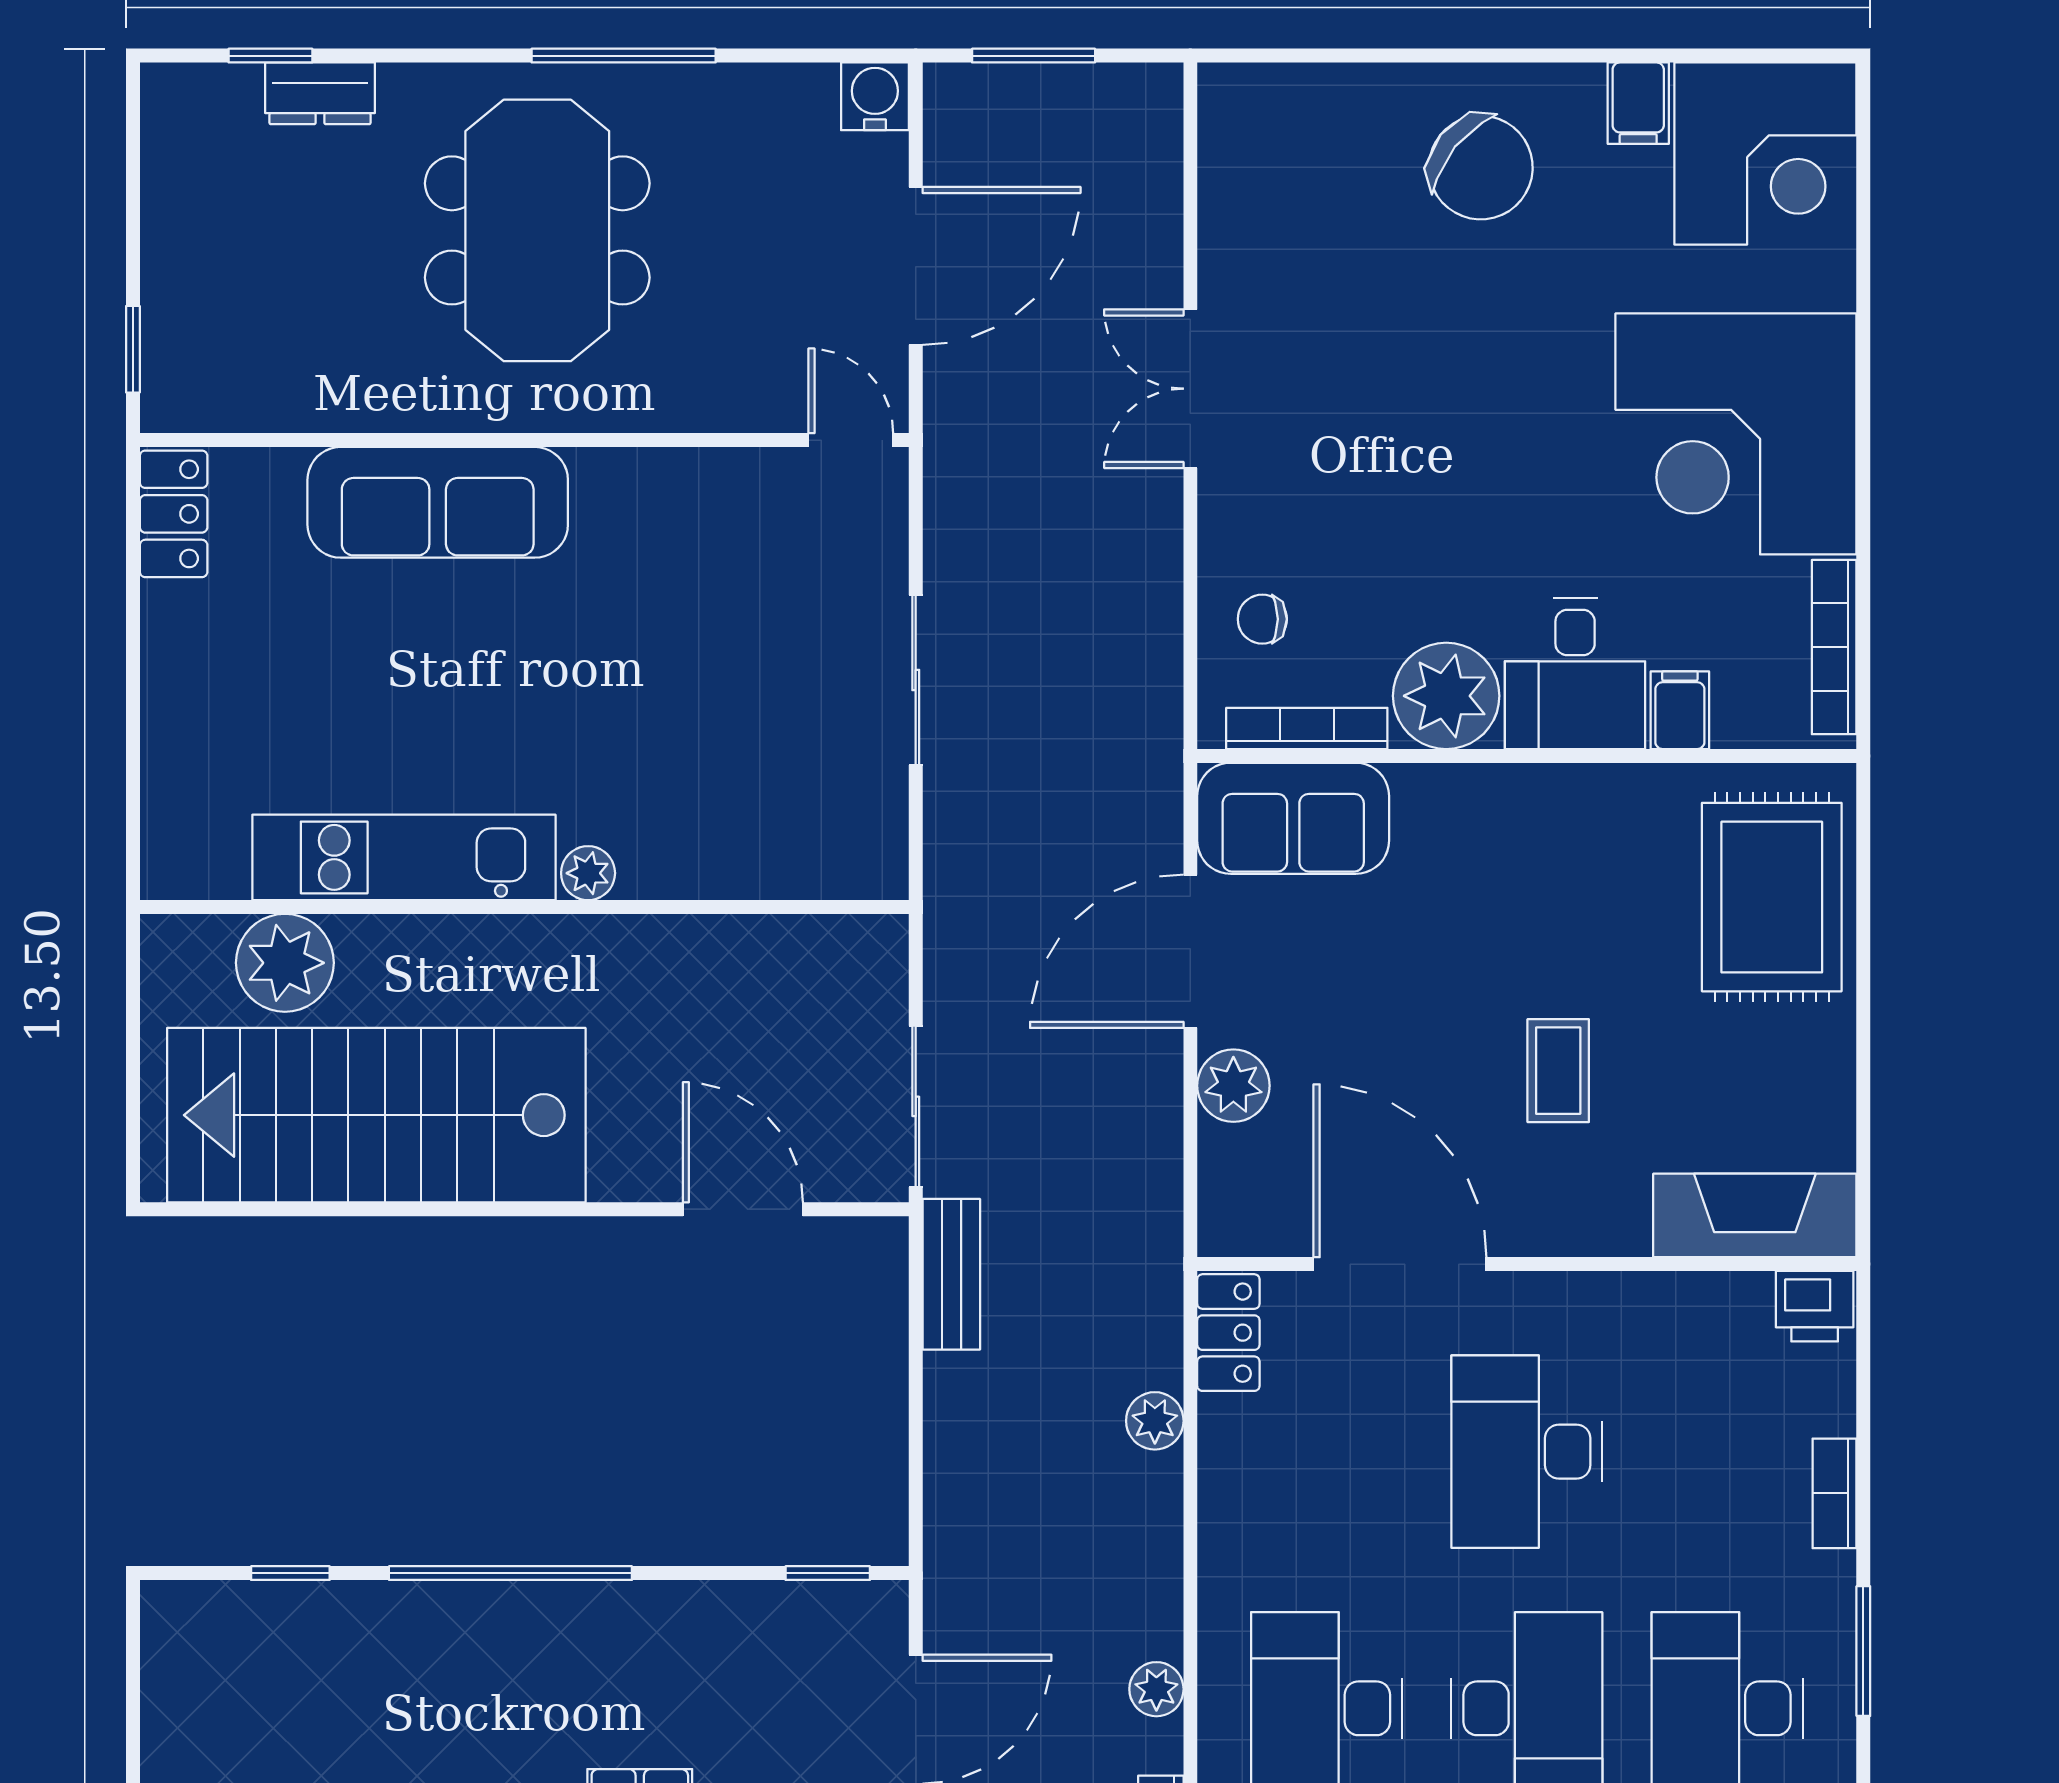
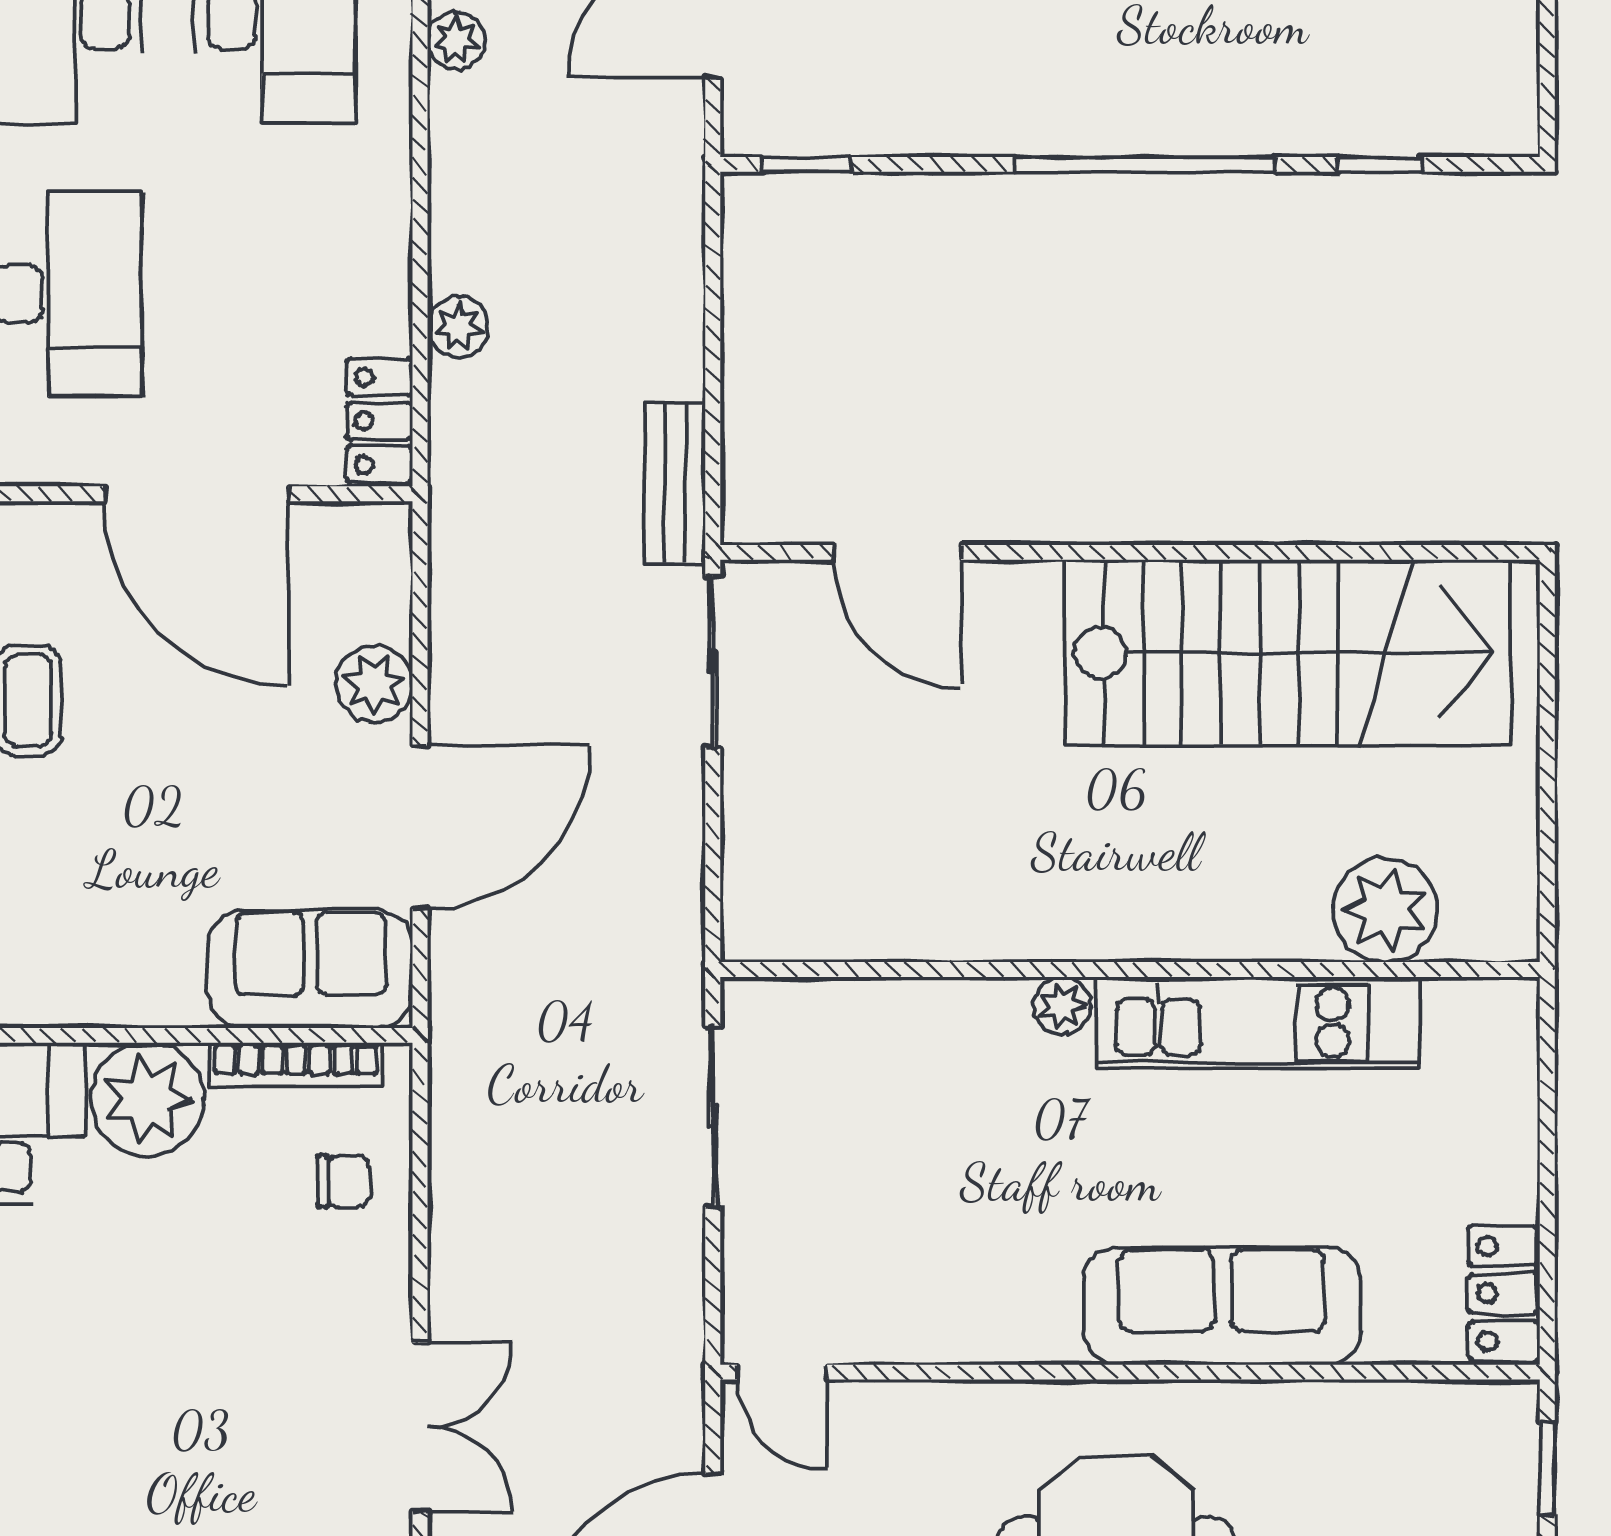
kitchen unit: (404, 857) -> (1258, 1022), moved
plant: (588, 873) -> (1062, 1006), moved
wall: (524, 907) -> (1130, 970), moved
plant: (285, 963) -> (1385, 910), moved

